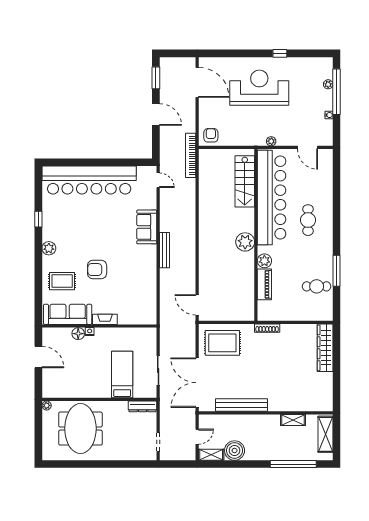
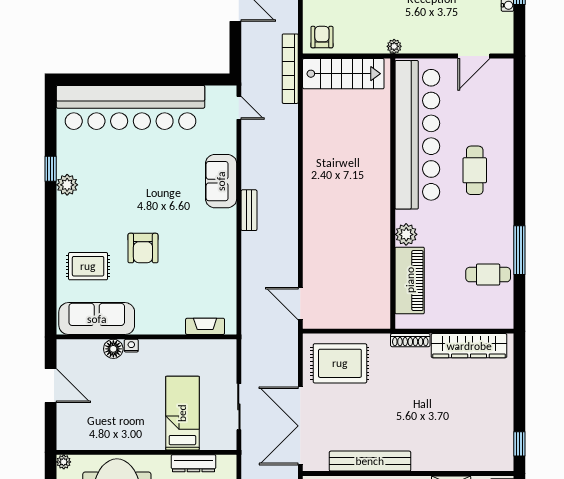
plant: (271, 141) -> (394, 46), moved
door: (308, 147) -> (474, 56), hinge flipped
stairs: (245, 181) -> (343, 74), moved, turned -90
plant: (245, 242) -> (376, 205), removed
plant: (49, 248) -> (67, 185), moved
bench: (164, 250) -> (249, 210), width x0.73
armchair: (97, 270) -> (143, 248), turned -90
piano: (264, 284) -> (410, 280), width x1.37, depth x1.33
fireplace: (105, 319) -> (205, 326), moved
wardrobe: (325, 348) -> (469, 346), moved, turned -90
window: (336, 394) -> (519, 444), added
dresser: (143, 406) -> (194, 463), moved

